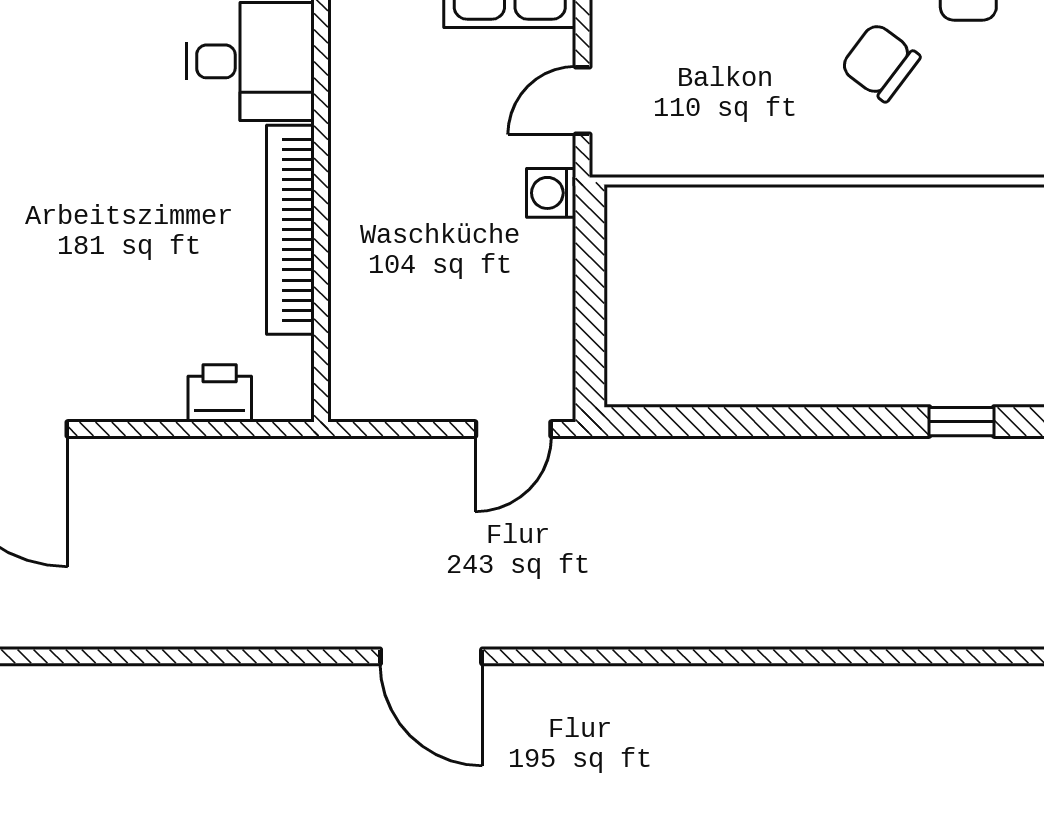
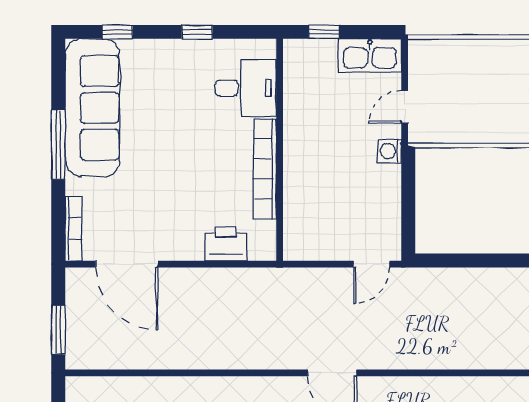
printer: (220, 393) -> (226, 244), width x1.36, depth x1.24

